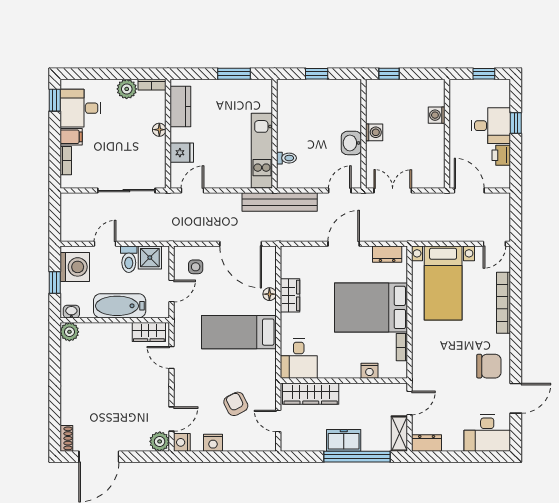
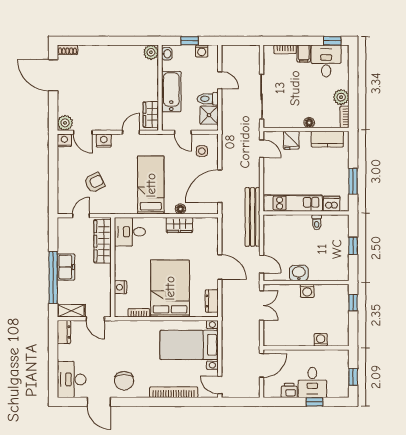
dishwasher: (263, 101) -> (332, 204), added
toilet: (287, 158) -> (317, 222), moved
washing machine: (75, 267) -> (202, 51), width x0.53, depth x0.53
nightstand: (213, 443) -> (104, 141), moved, turned 90

